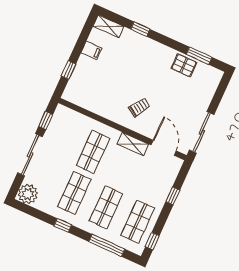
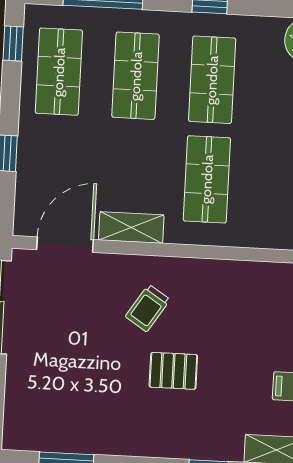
pallet: (184, 65) -> (173, 371), moved
door: (164, 148) -> (65, 245), swing flipped

